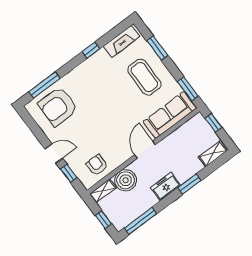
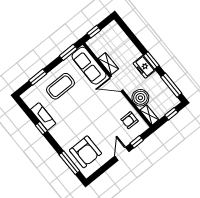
fireplace: (122, 41) -> (43, 117), moved
shelving: (213, 154) -> (108, 64), moved
window: (189, 184) -> (151, 60), moved

